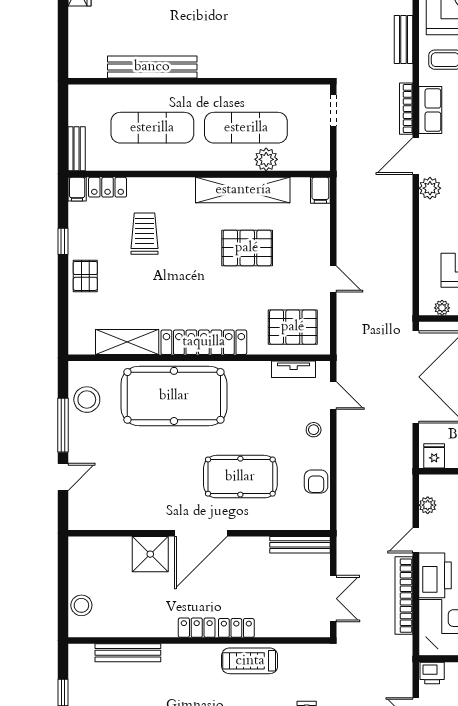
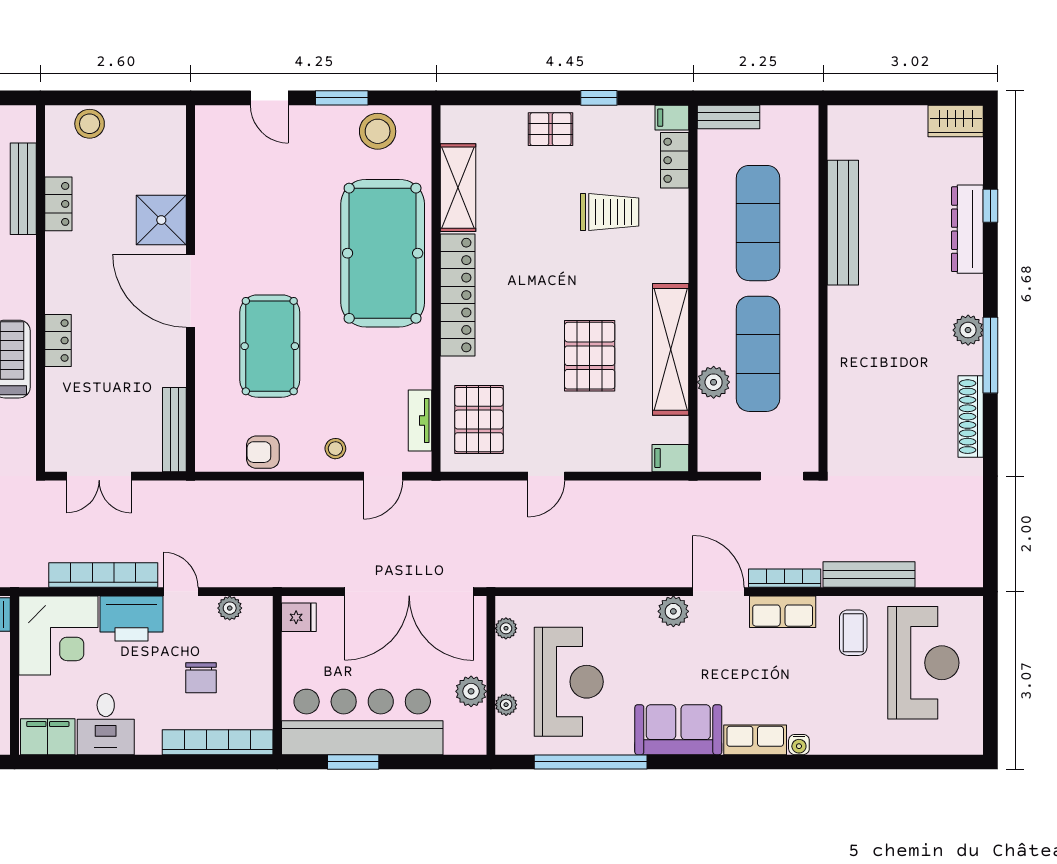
bench: (404, 40) -> (869, 574), width x1.36
window: (63, 425) -> (342, 98), width x0.69
locker: (197, 628) -> (58, 204), moved

